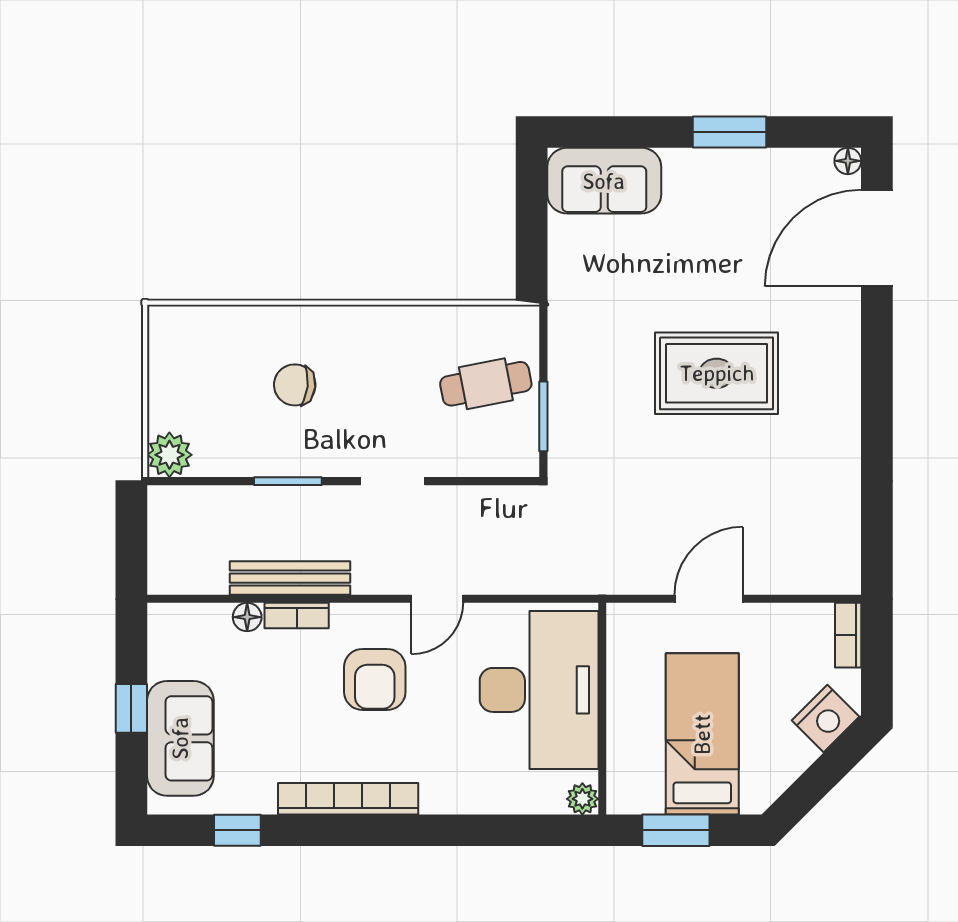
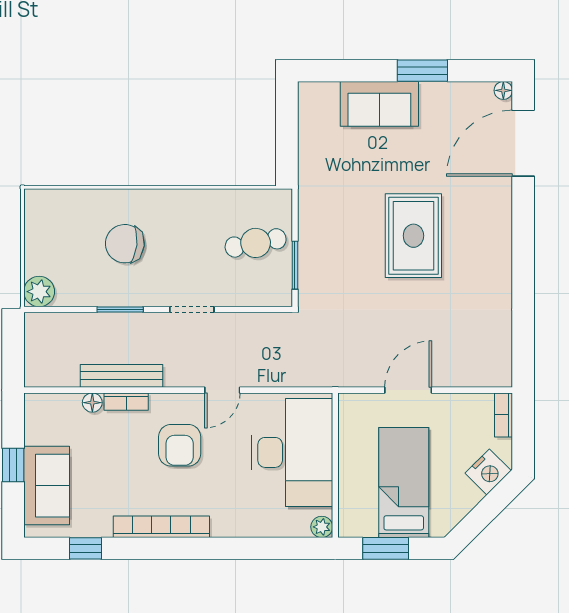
sofa: (604, 181) -> (379, 104), moved
rug: (717, 373) -> (413, 236), turned 90
chair: (295, 385) -> (125, 244), width x1.37, depth x1.37

